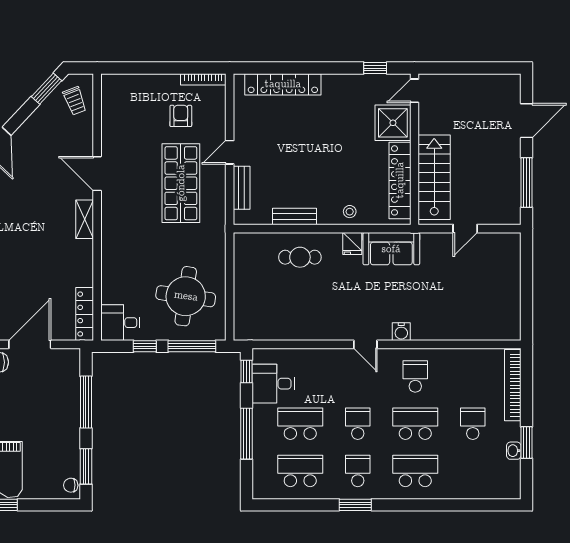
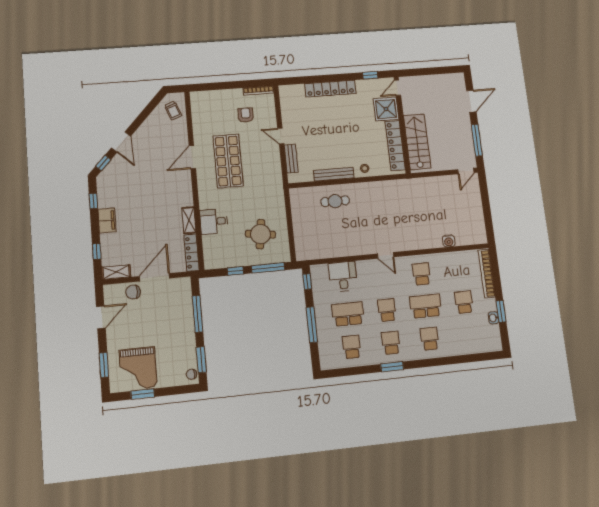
locker: (283, 84) -> (330, 89), moved
window: (47, 89) -> (153, 104), removed
door: (230, 152) -> (281, 136), hinge flipped
door: (97, 174) -> (192, 157), hinge flipped
shop shelf: (181, 183) -> (228, 161), moved
bench: (294, 217) -> (334, 174), width x1.36
shelving: (85, 219) -> (189, 220), moved
door: (465, 229) -> (466, 171), moved
fridge: (352, 243) -> (369, 189), removed
sofa: (391, 249) -> (395, 190), removed
round table: (186, 296) -> (260, 234), width x0.73, depth x0.73
desk: (120, 323) -> (214, 221), moved
water cooler: (401, 332) -> (449, 241), moved
desk: (273, 384) -> (343, 277), moved, turned 90
school desk: (300, 471) -> (352, 347), width x0.54
school desk: (415, 471) -> (430, 339), width x0.54

